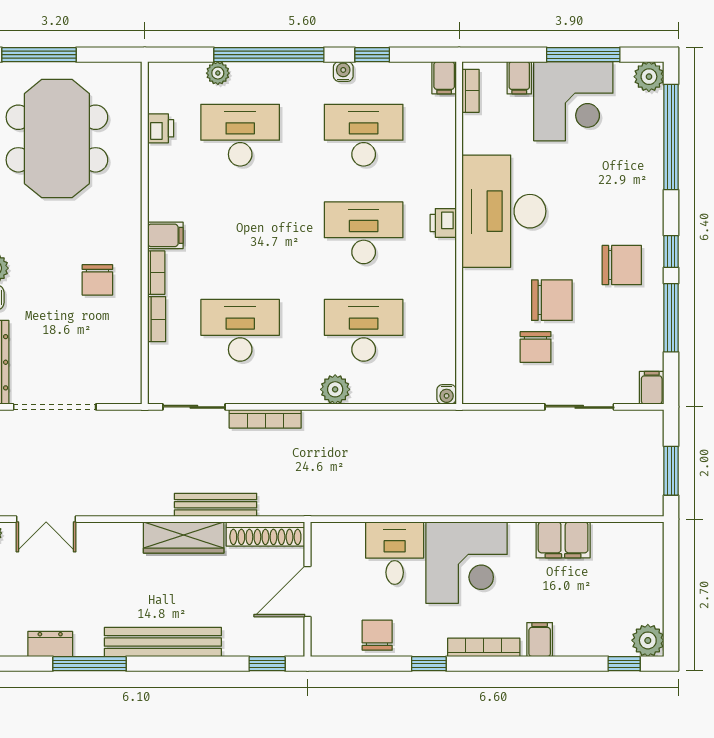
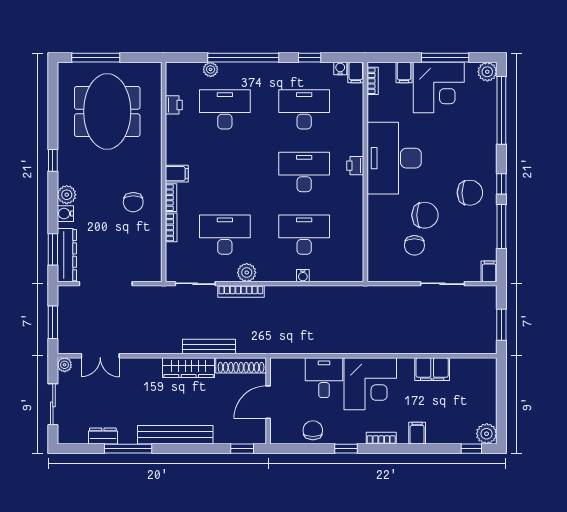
water cooler: (343, 71) -> (340, 68), moved
plant: (335, 389) -> (247, 272), moved
water cooler: (447, 394) -> (303, 276), moved
bookcase: (484, 647) -> (381, 438), width x0.64

